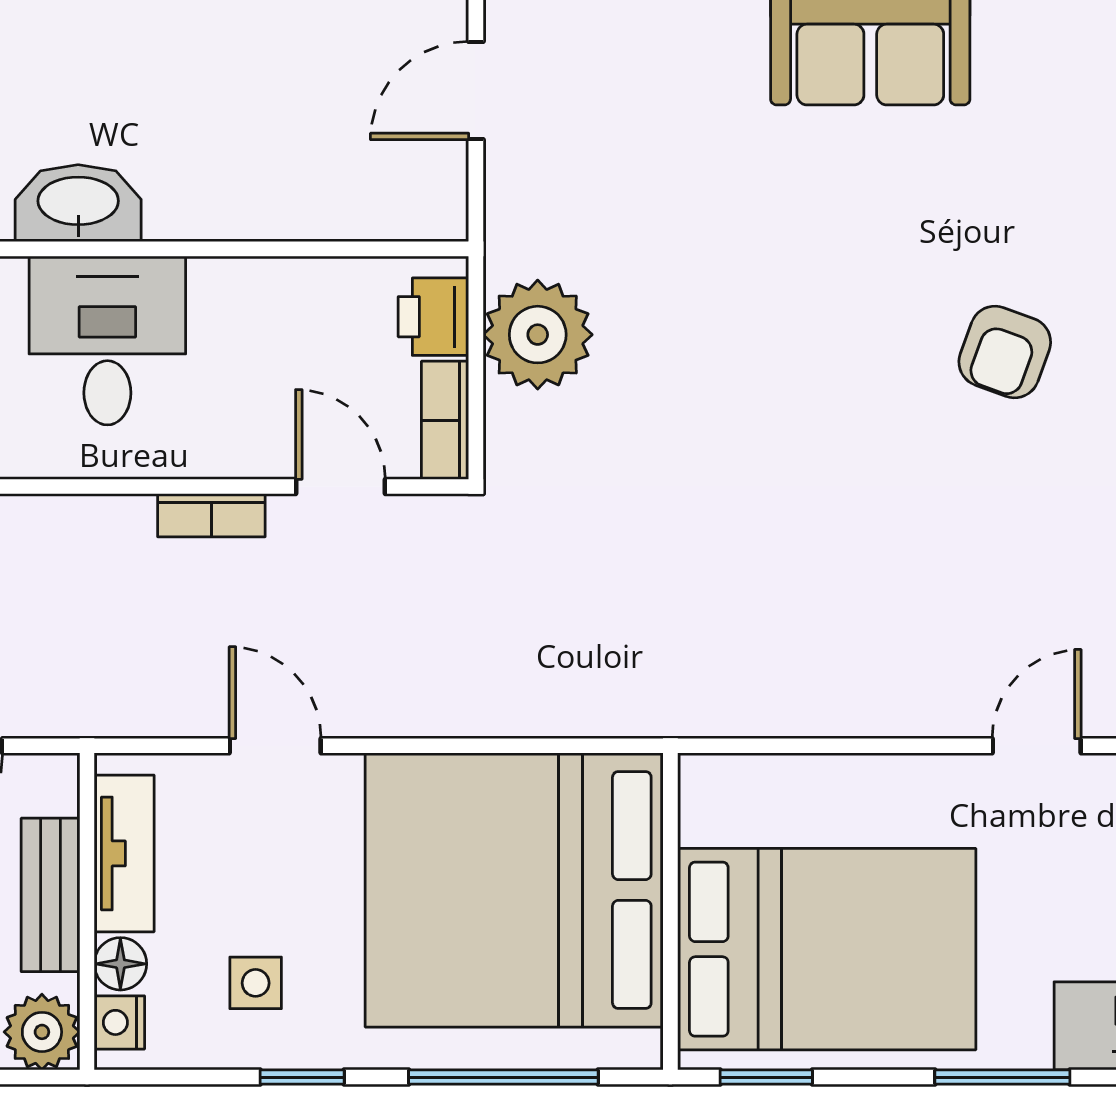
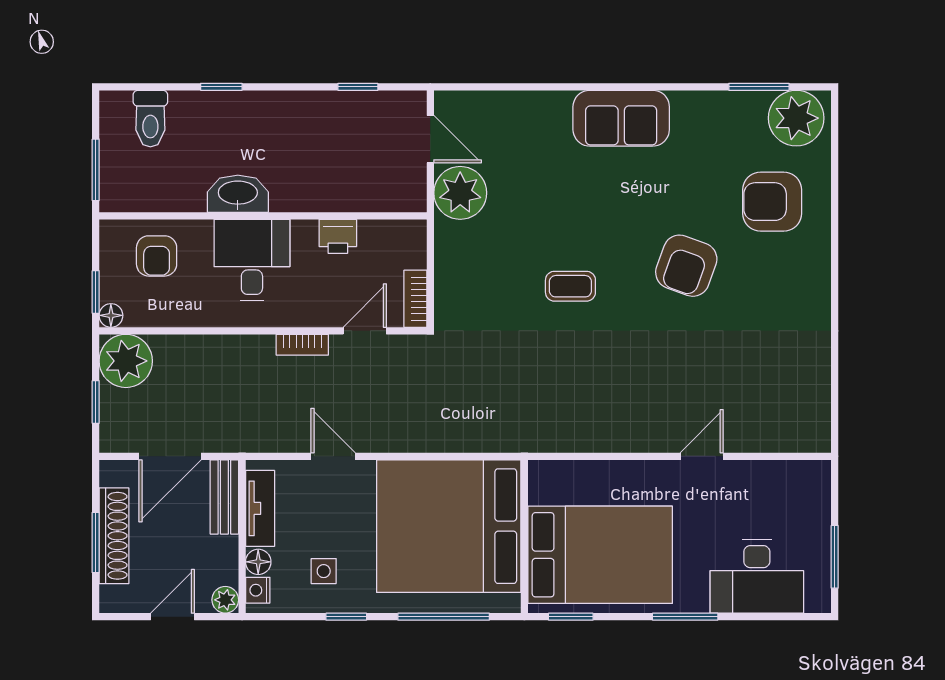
door: (476, 91) -> (430, 139), swing flipped
printer: (433, 317) -> (338, 236), moved, turned -90
plant: (538, 335) -> (460, 193), moved
armchair: (1005, 352) -> (686, 266), width x1.38, depth x1.38
coffee table: (765, 394) -> (570, 286), added
door: (340, 487) -> (365, 331), hinge flipped
bench: (50, 895) -> (224, 497), moved
plant: (42, 1032) -> (225, 600), width x0.73, depth x0.73

